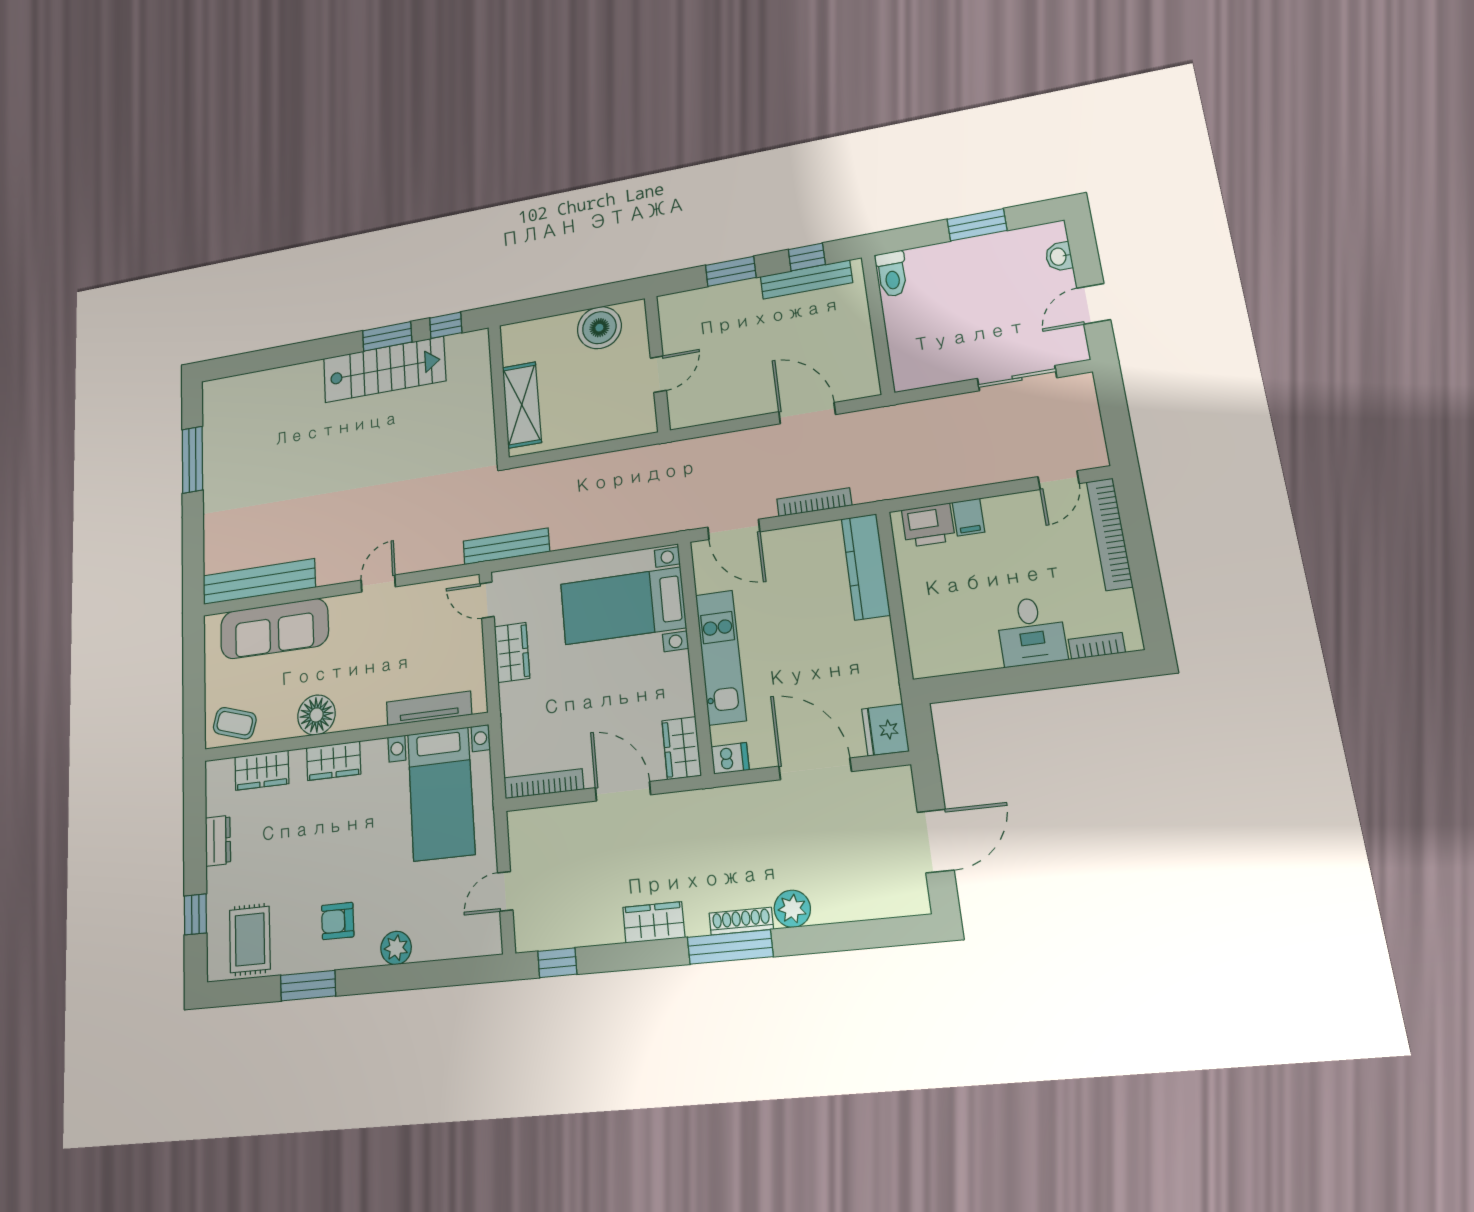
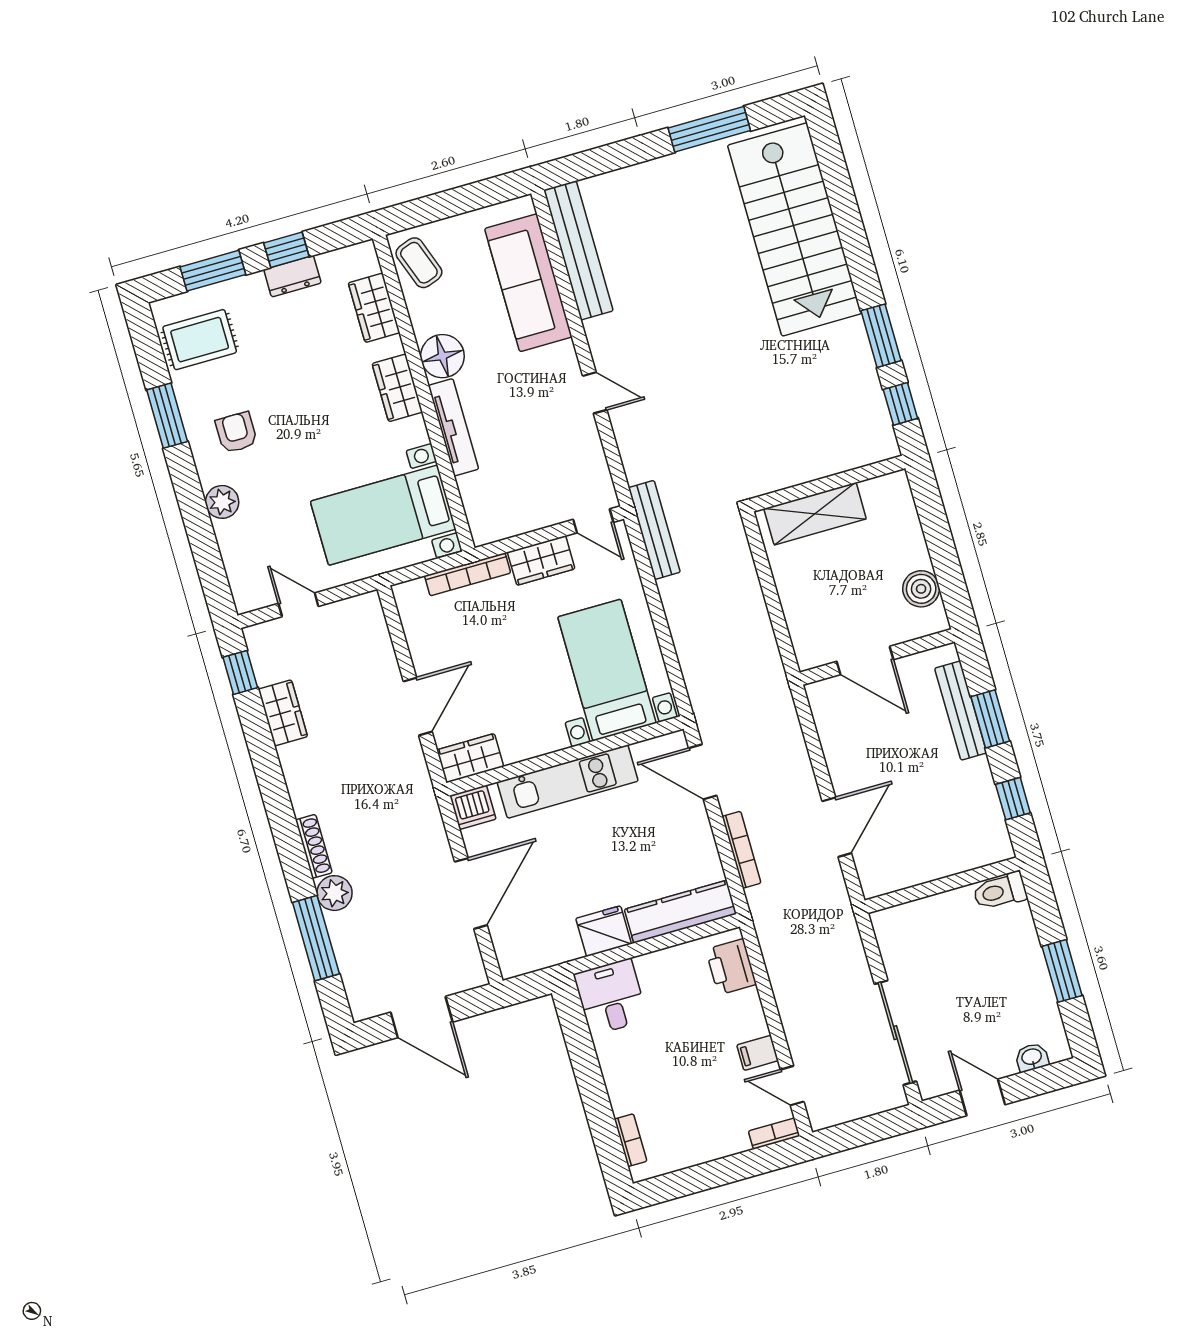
bench: (806, 280) -> (961, 711), moved
boiler: (599, 328) -> (921, 589), width x0.73, depth x0.73
stairs: (384, 370) -> (795, 229), moved, width x1.36, depth x1.51
door: (658, 374) -> (865, 661), width x1.38
sliding door: (1017, 378) -> (895, 1033), width x1.37
filing cabinet: (968, 517) -> (758, 1053), moved
door: (734, 529) -> (703, 772), hinge flipped
bookcase: (1109, 534) -> (774, 1134), width x0.43, depth x0.76
door: (487, 600) -> (593, 521), swing flipped
desk: (1031, 631) -> (611, 997), moved, turned 90
tv unit: (429, 708) -> (453, 427), moved
coffee table: (235, 723) -> (419, 263), turned -37
fridge: (885, 730) -> (604, 931), moved
dishwasher: (730, 758) -> (473, 807), width x1.38
bookcase: (544, 784) -> (468, 574), moved, turned 90
window: (195, 842) -> (286, 250), added
window: (195, 914) -> (213, 271), width x1.50
wardrobe: (654, 922) -> (283, 713), moved
window: (730, 947) -> (316, 938), moved

